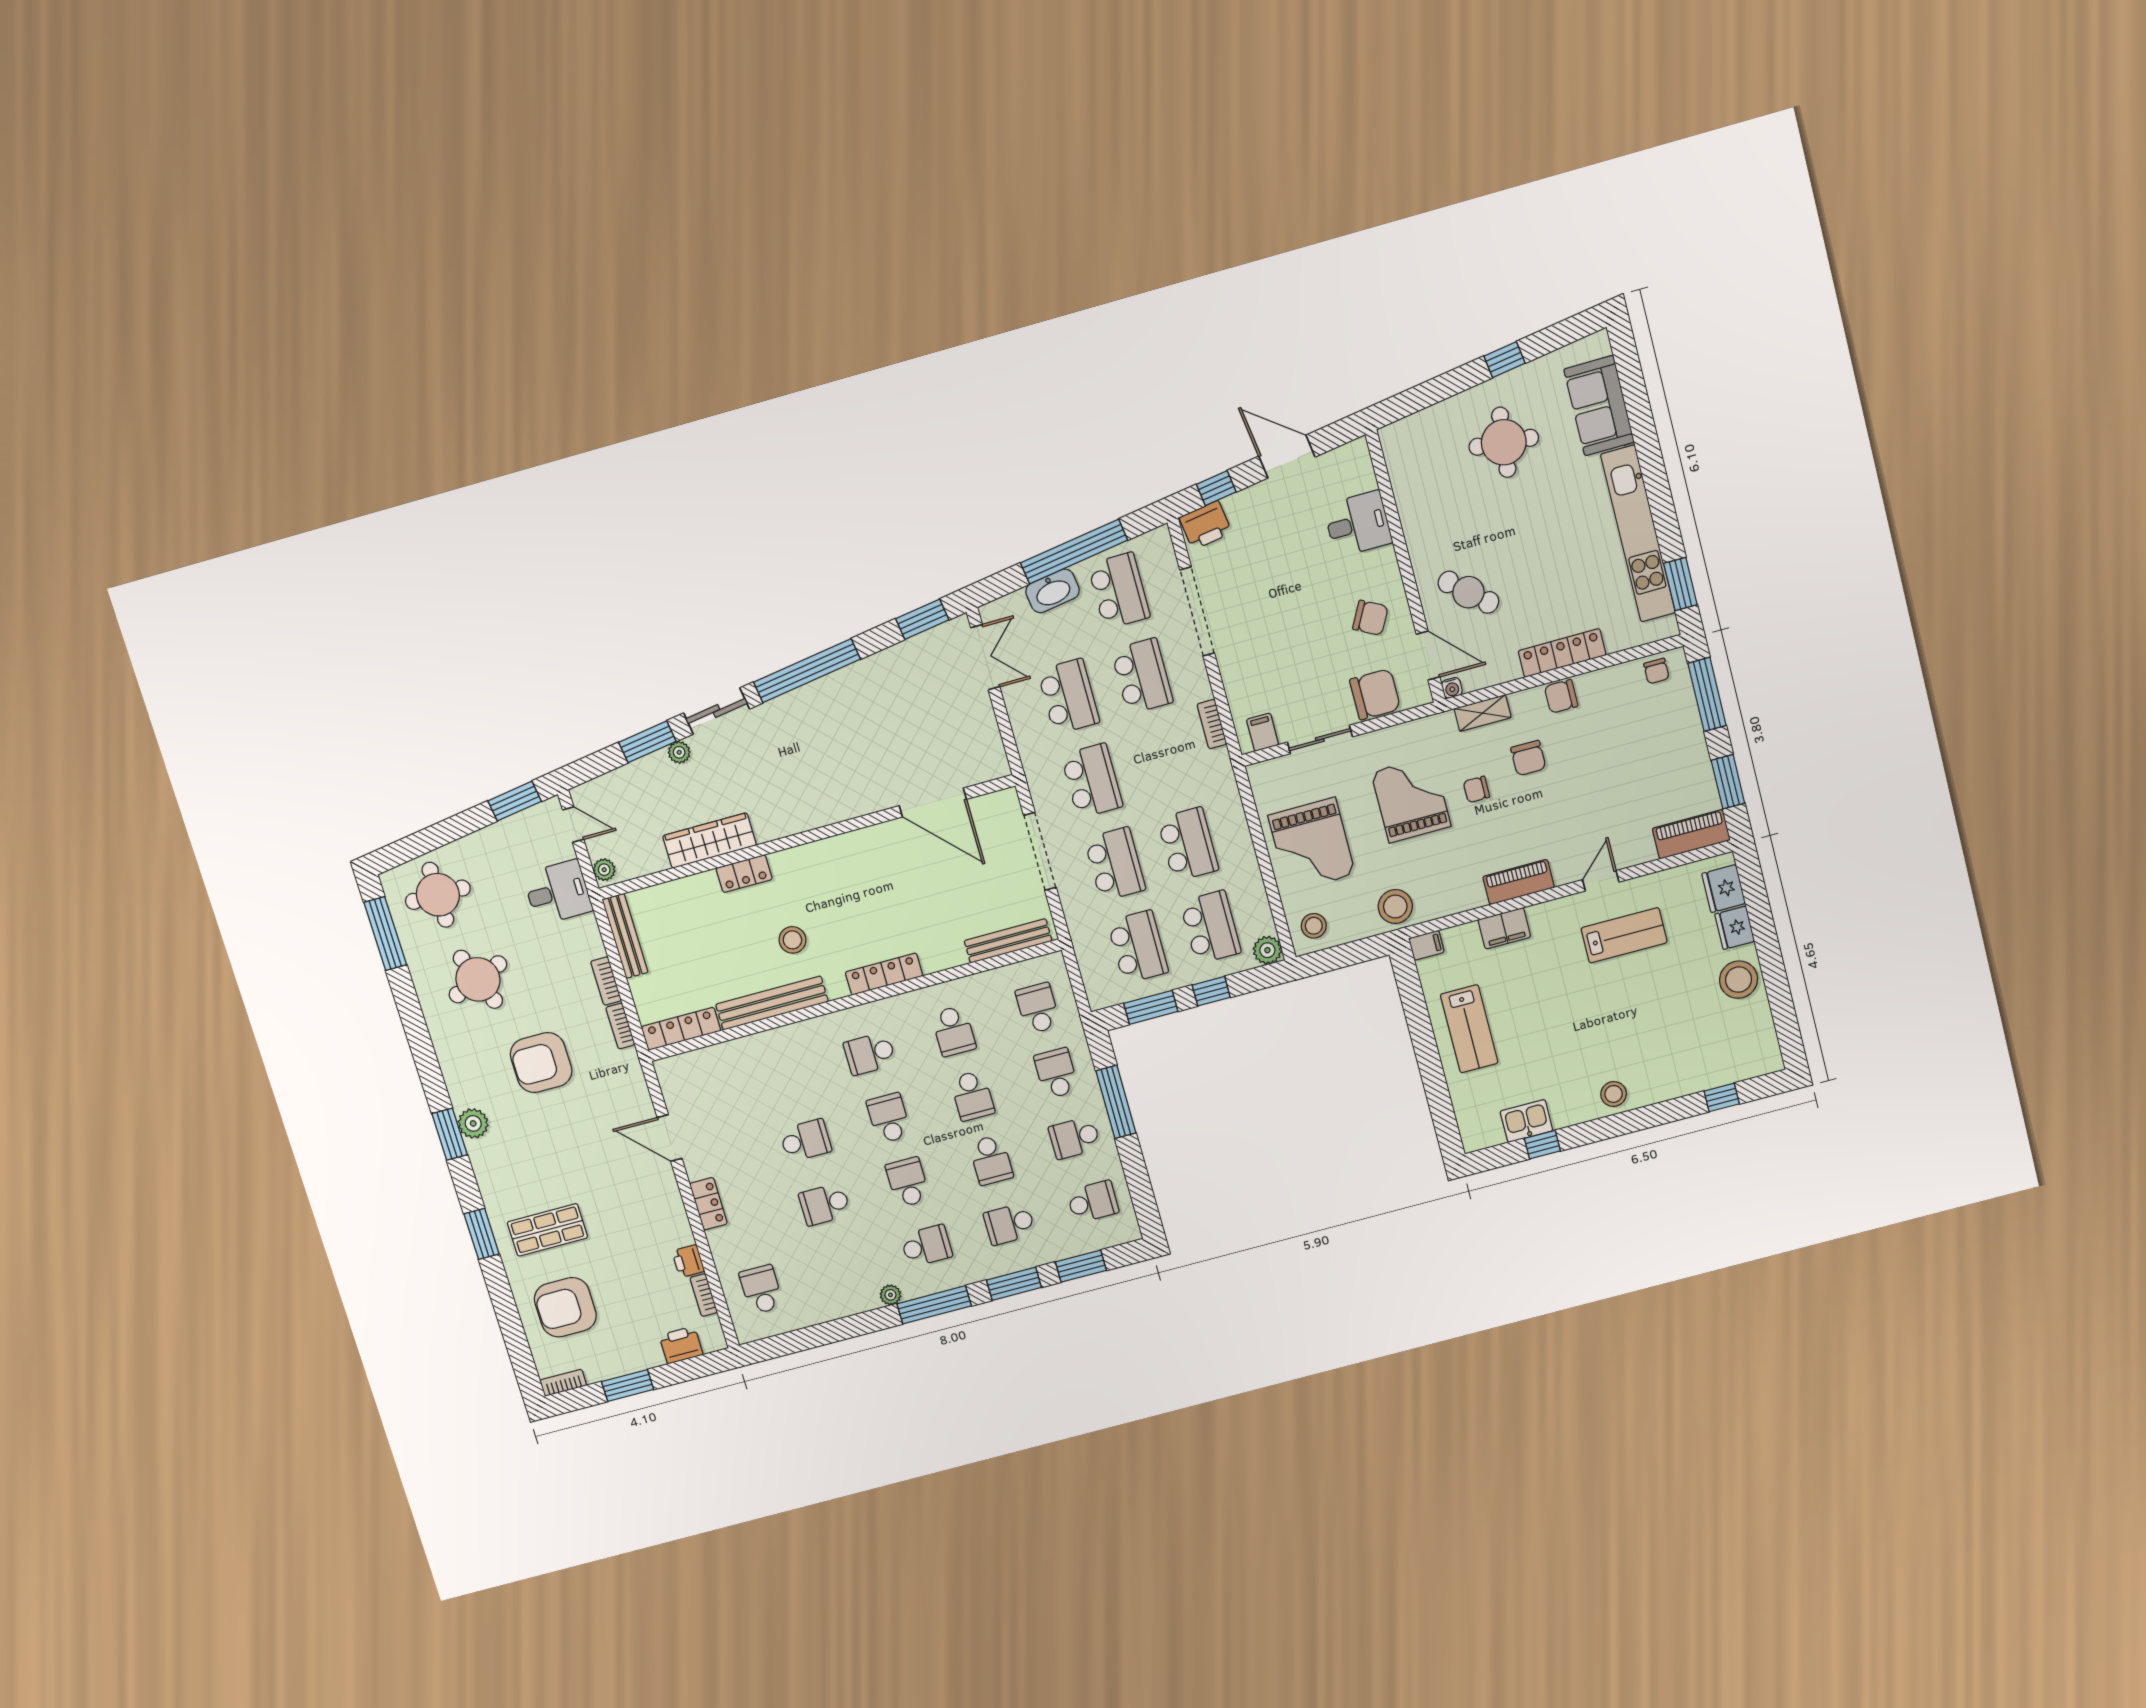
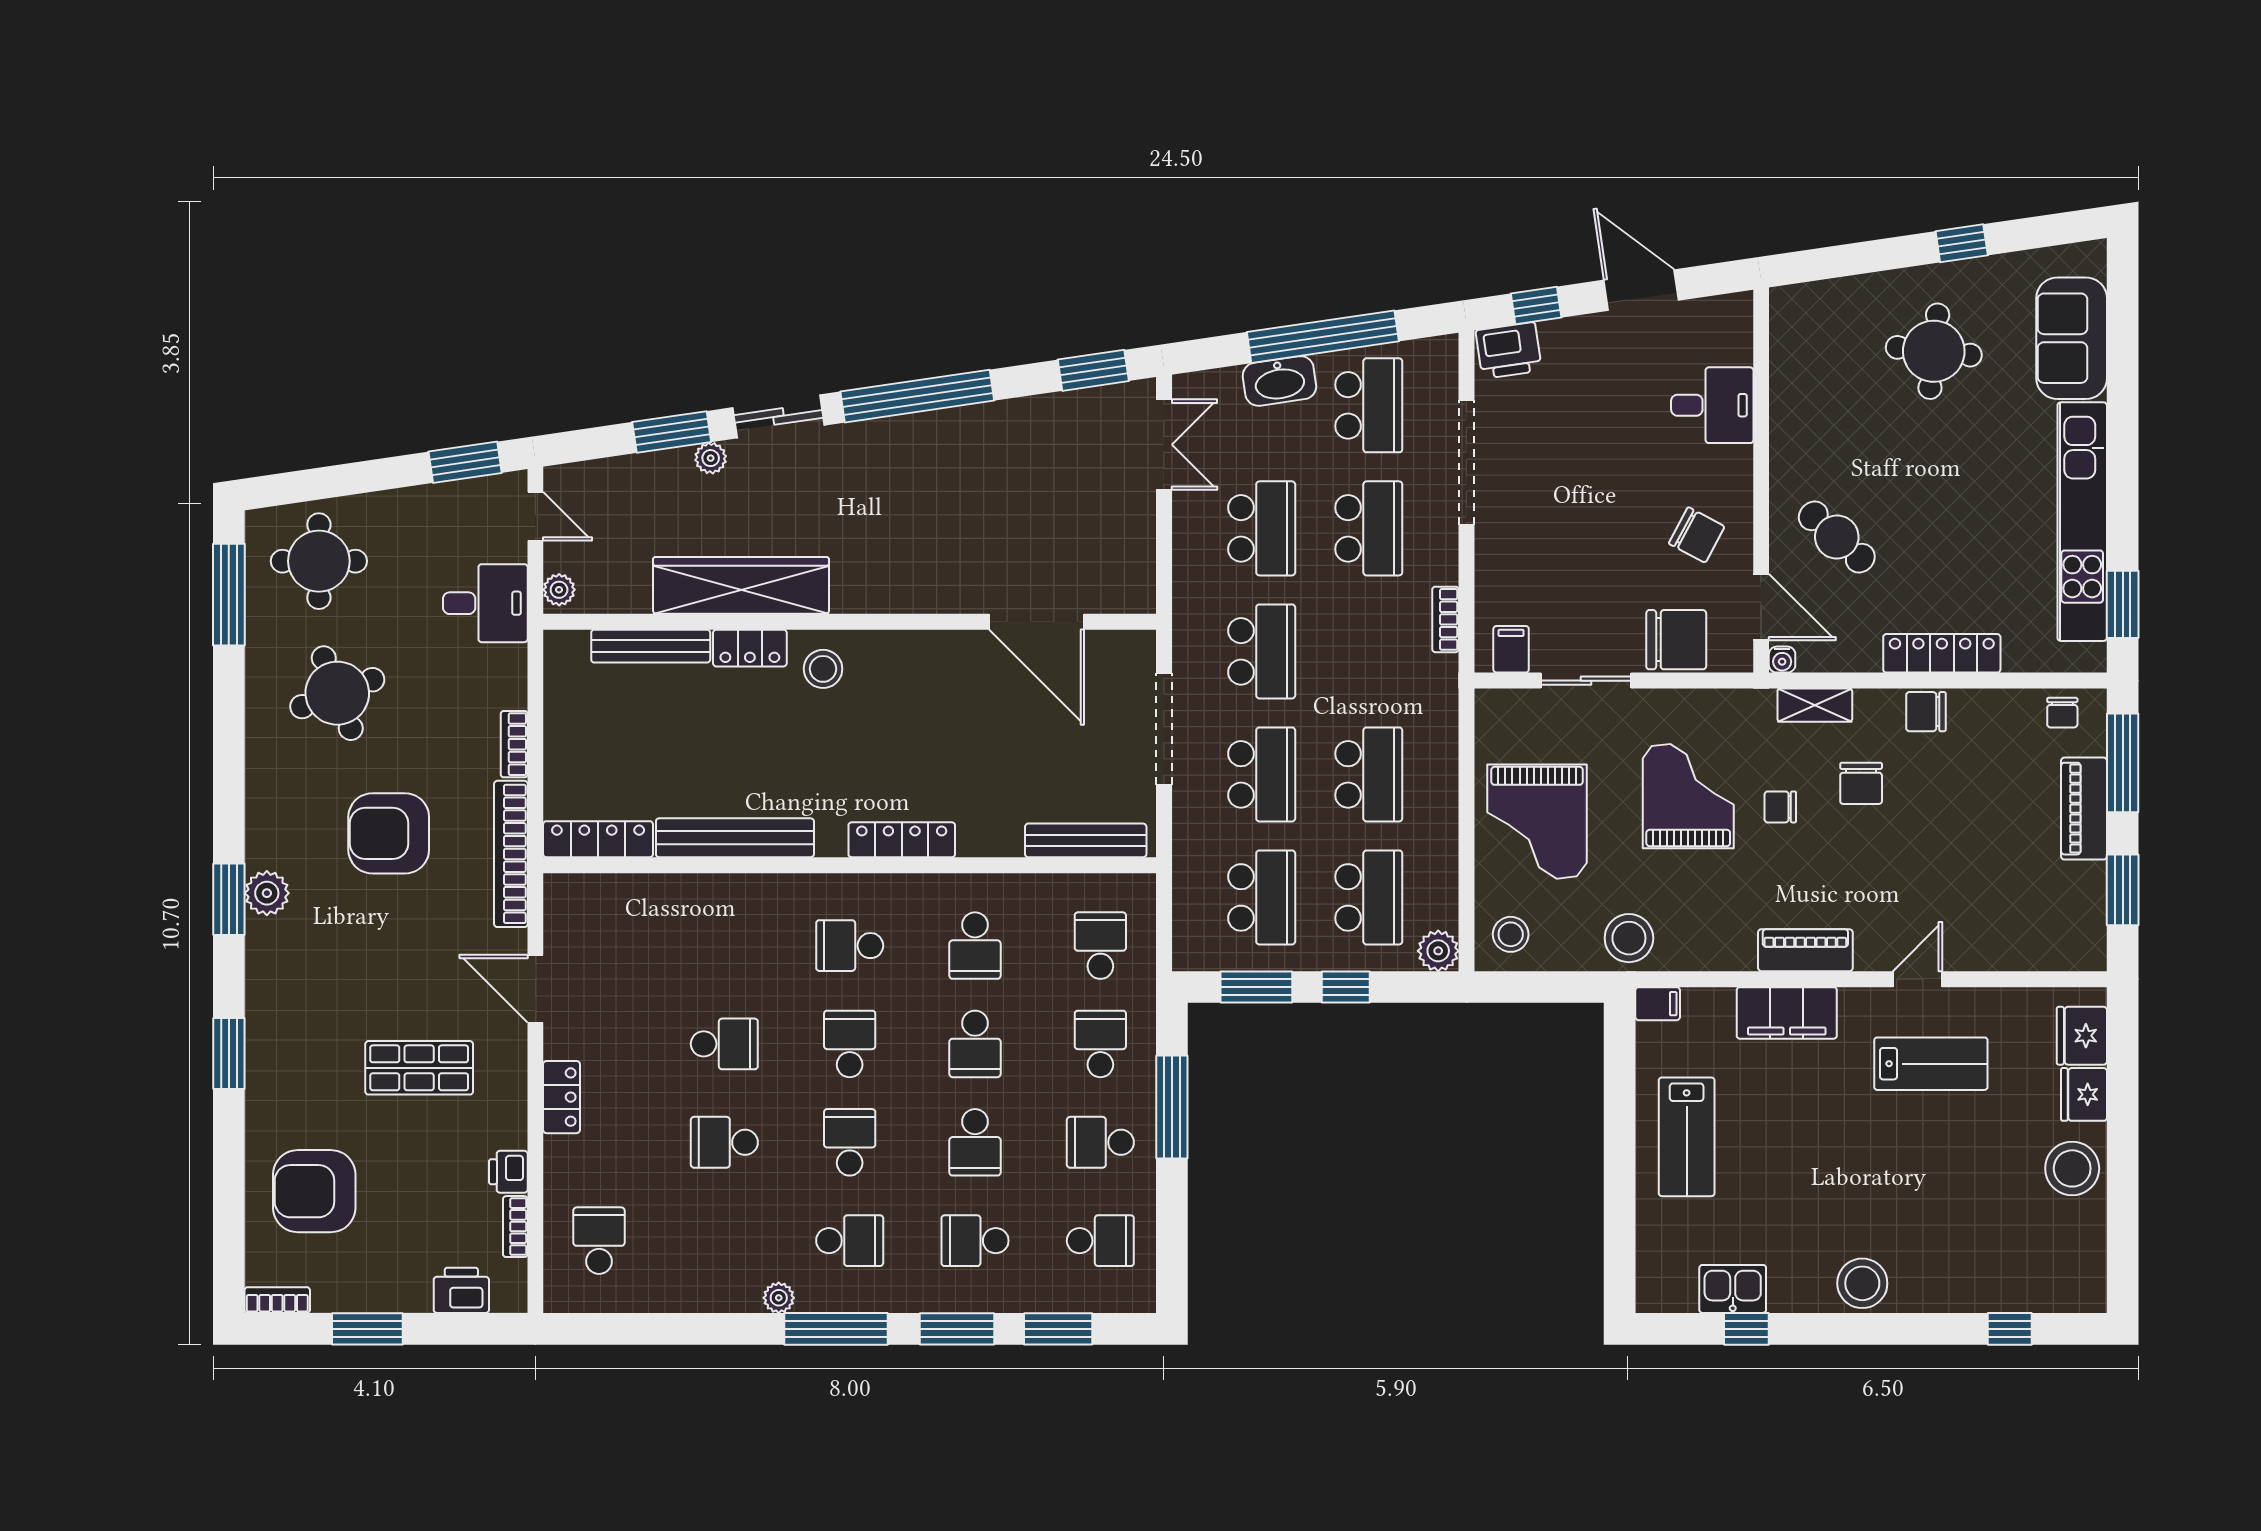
piano: (1691, 834) -> (2084, 809), moved, turned -90
wardrobe: (709, 841) -> (741, 585), width x1.40, depth x1.17
filing cabinet: (1504, 928) -> (1787, 1013), width x1.50, depth x1.17
bench: (625, 936) -> (651, 646), moved, turned 90
stool: (792, 940) -> (823, 669), moved
bookcase: (620, 1026) -> (511, 854), width x2.31, depth x1.31
stool: (1614, 1094) -> (1862, 1283), width x1.38, depth x1.38
shop shelf: (547, 1230) -> (419, 1068), moved

